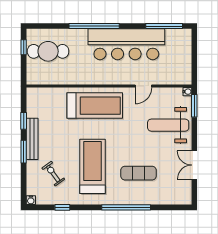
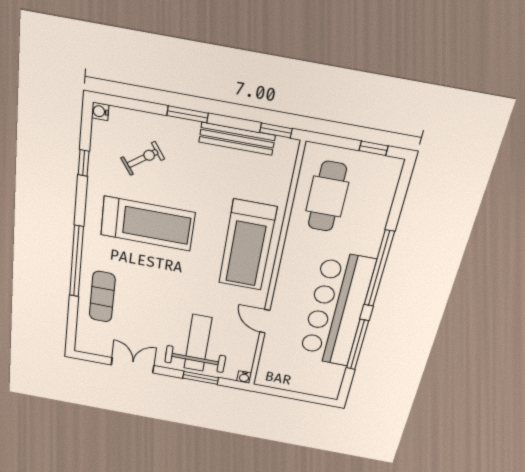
window: (164, 26) -> (357, 345), moved
cafe table: (48, 51) -> (327, 197), moved
window: (194, 106) -> (201, 378), moved
window: (24, 121) -> (276, 130), moved
bench: (32, 139) -> (237, 139), moved
exercise mat: (139, 173) -> (102, 297), moved

